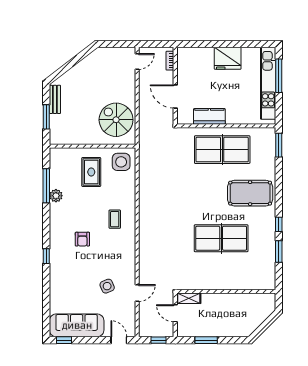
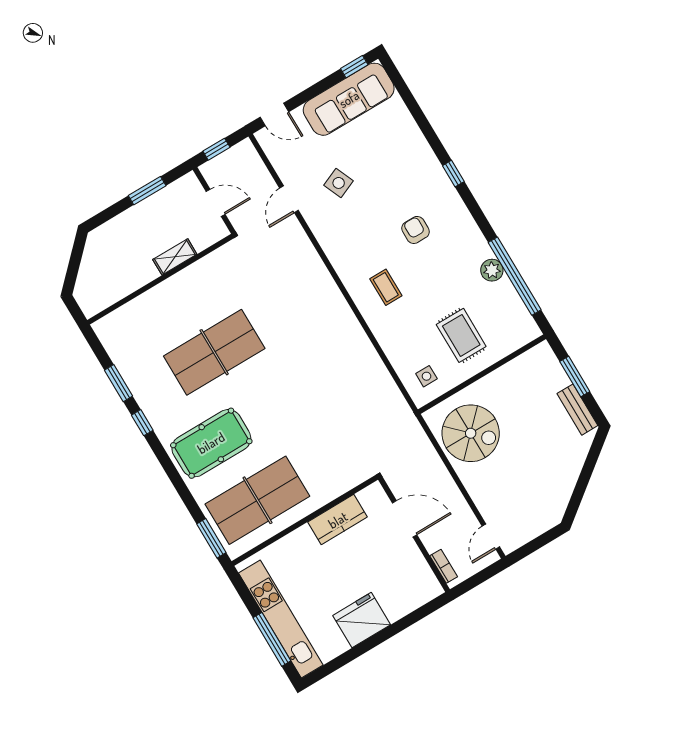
table tennis table: (222, 150) -> (257, 500), moved
side table: (121, 162) -> (426, 376), width x0.54, depth x0.54
window: (46, 186) -> (515, 276), width x1.46
shelving: (189, 298) -> (175, 257), moved

